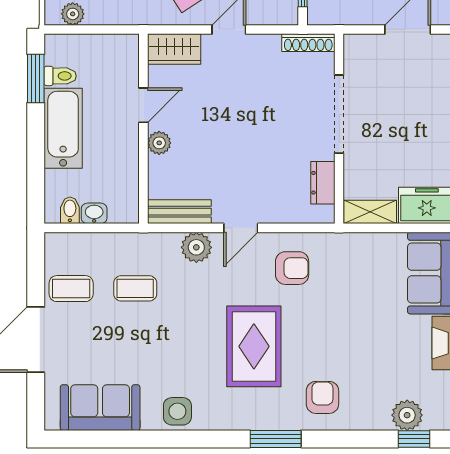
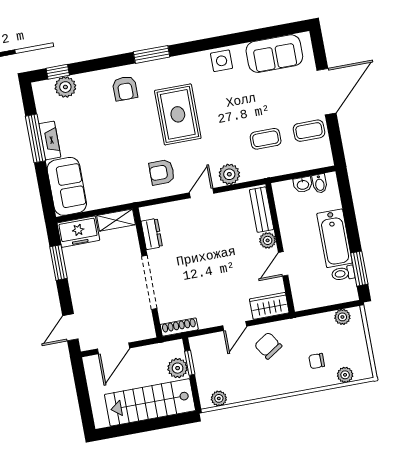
bench: (179, 212) -> (262, 210), moved, turned 90

